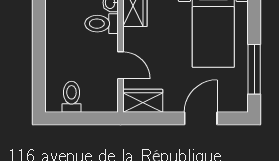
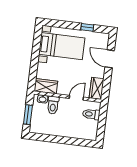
window: (254, 69) -> (87, 27), width x0.46
toilet: (71, 97) -> (91, 114), moved

